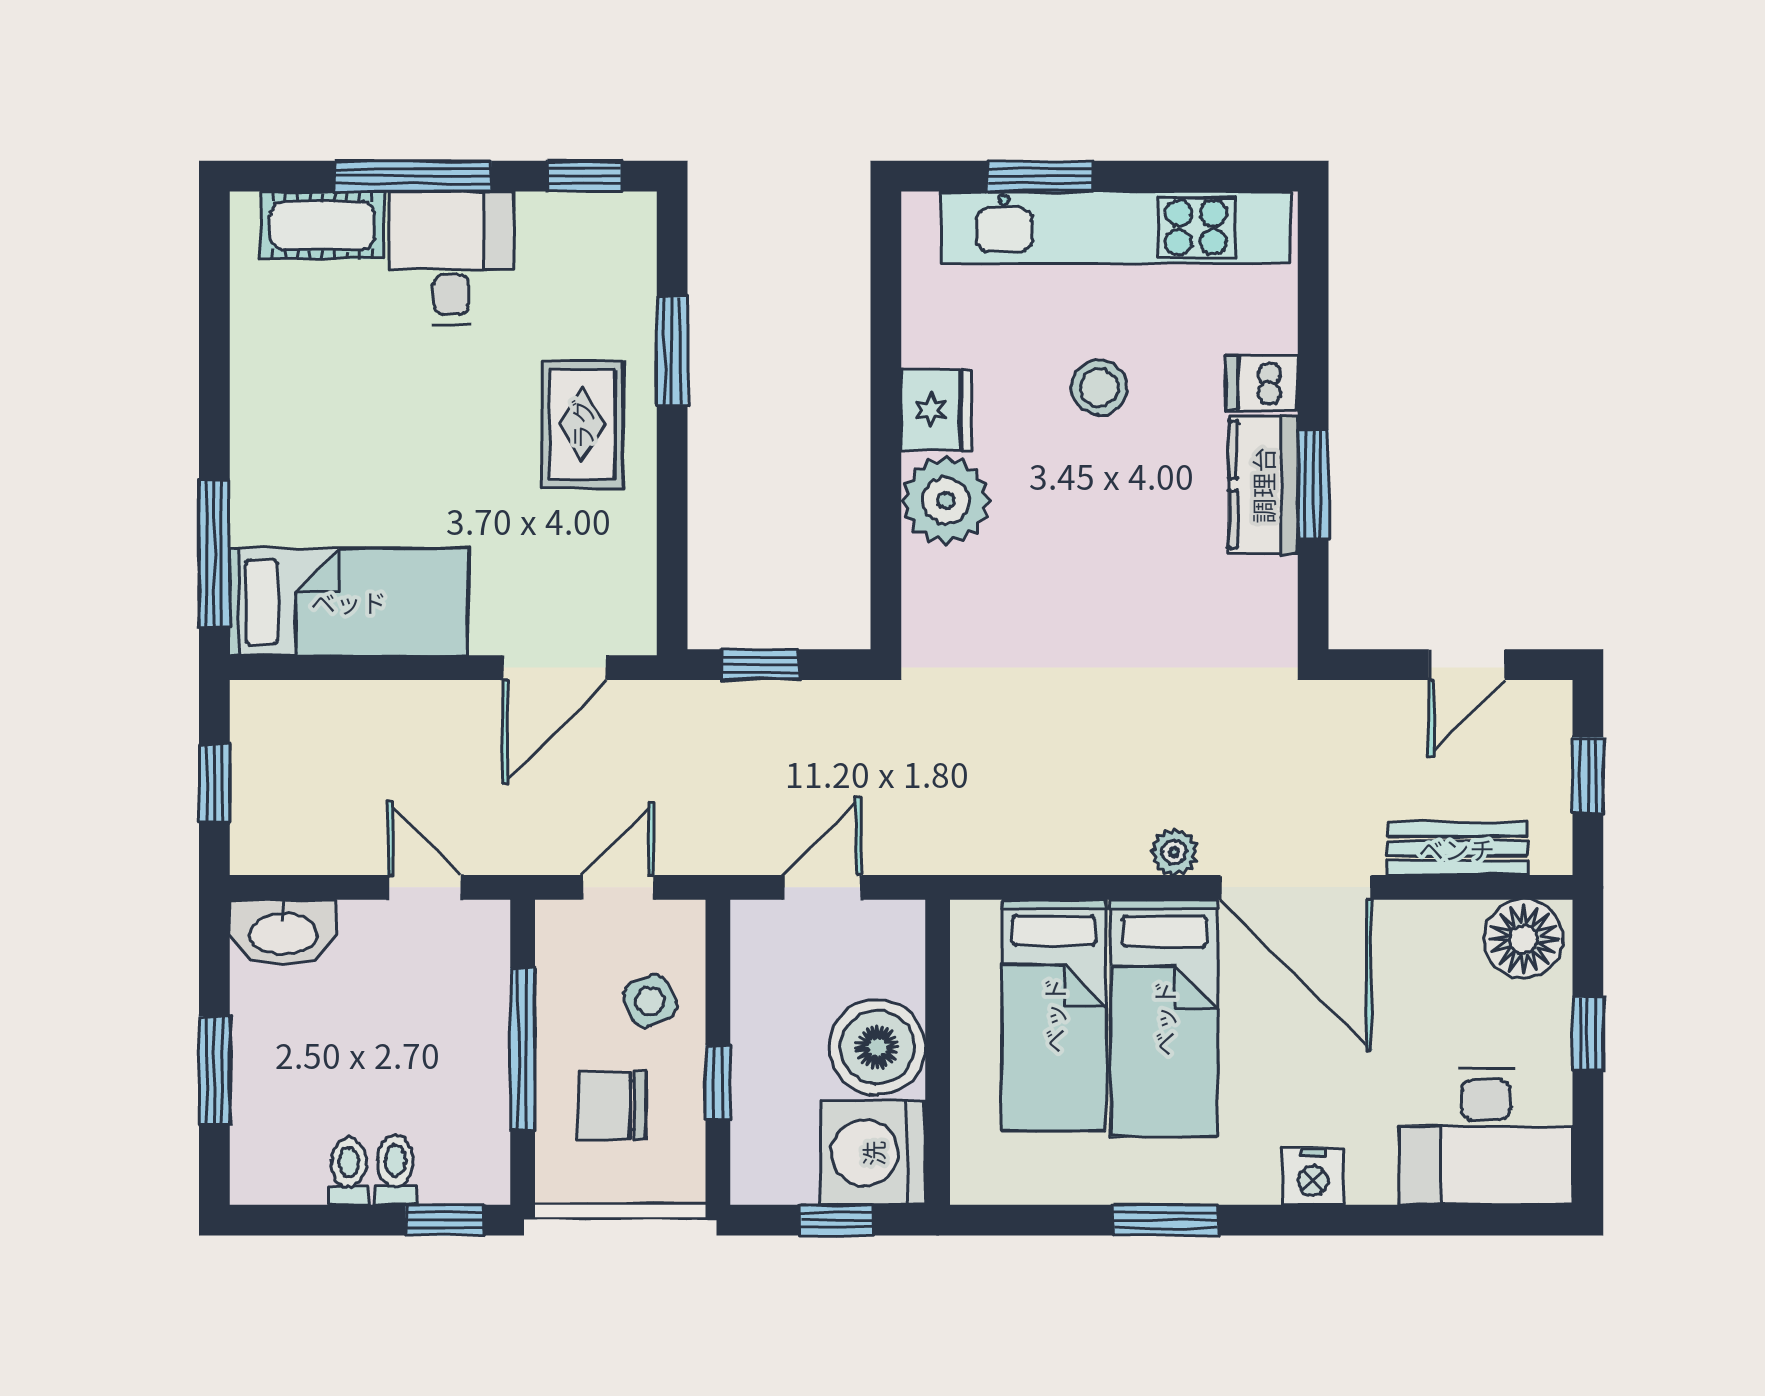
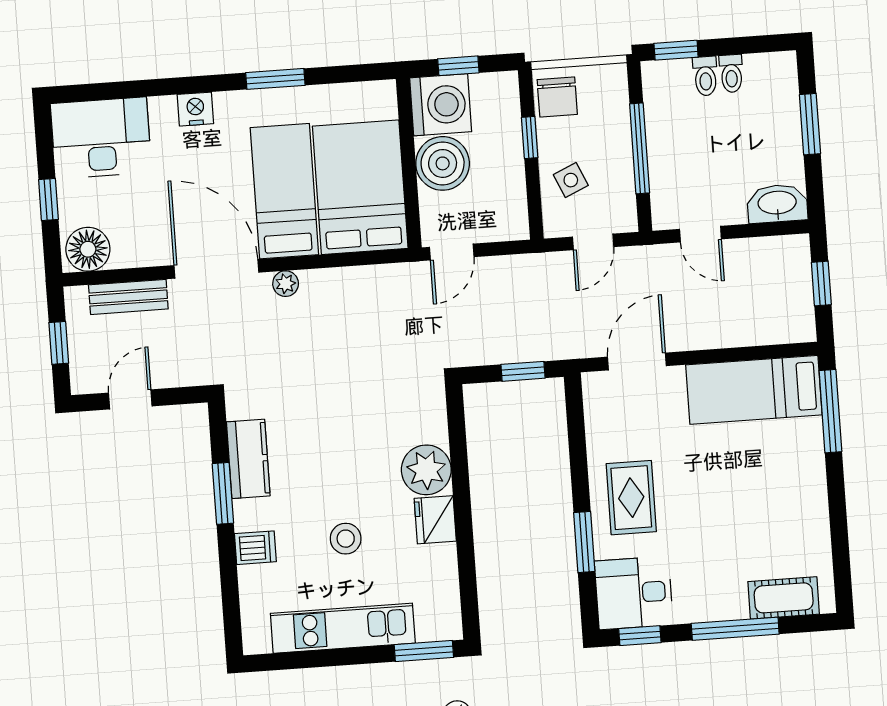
window: (1040, 176) -> (424, 651), moved
kitchen unit: (1116, 228) -> (343, 628), width x0.73
desk: (451, 258) -> (634, 593), moved, turned 90
kitchen counter: (1263, 485) -> (248, 459), moved
door: (822, 887) -> (452, 252), moved
bed: (1054, 1015) -> (360, 187), width x1.50
chair: (612, 1106) -> (557, 97), moved, turned 90

